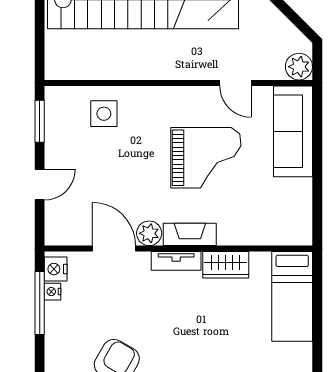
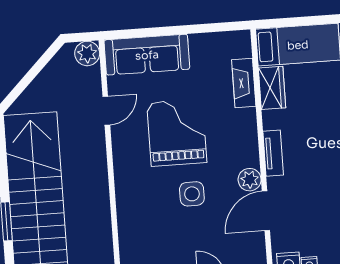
side table: (104, 114) -> (192, 194), moved
fireplace: (190, 234) -> (244, 83), moved
wardrobe: (226, 265) -> (272, 88), moved

